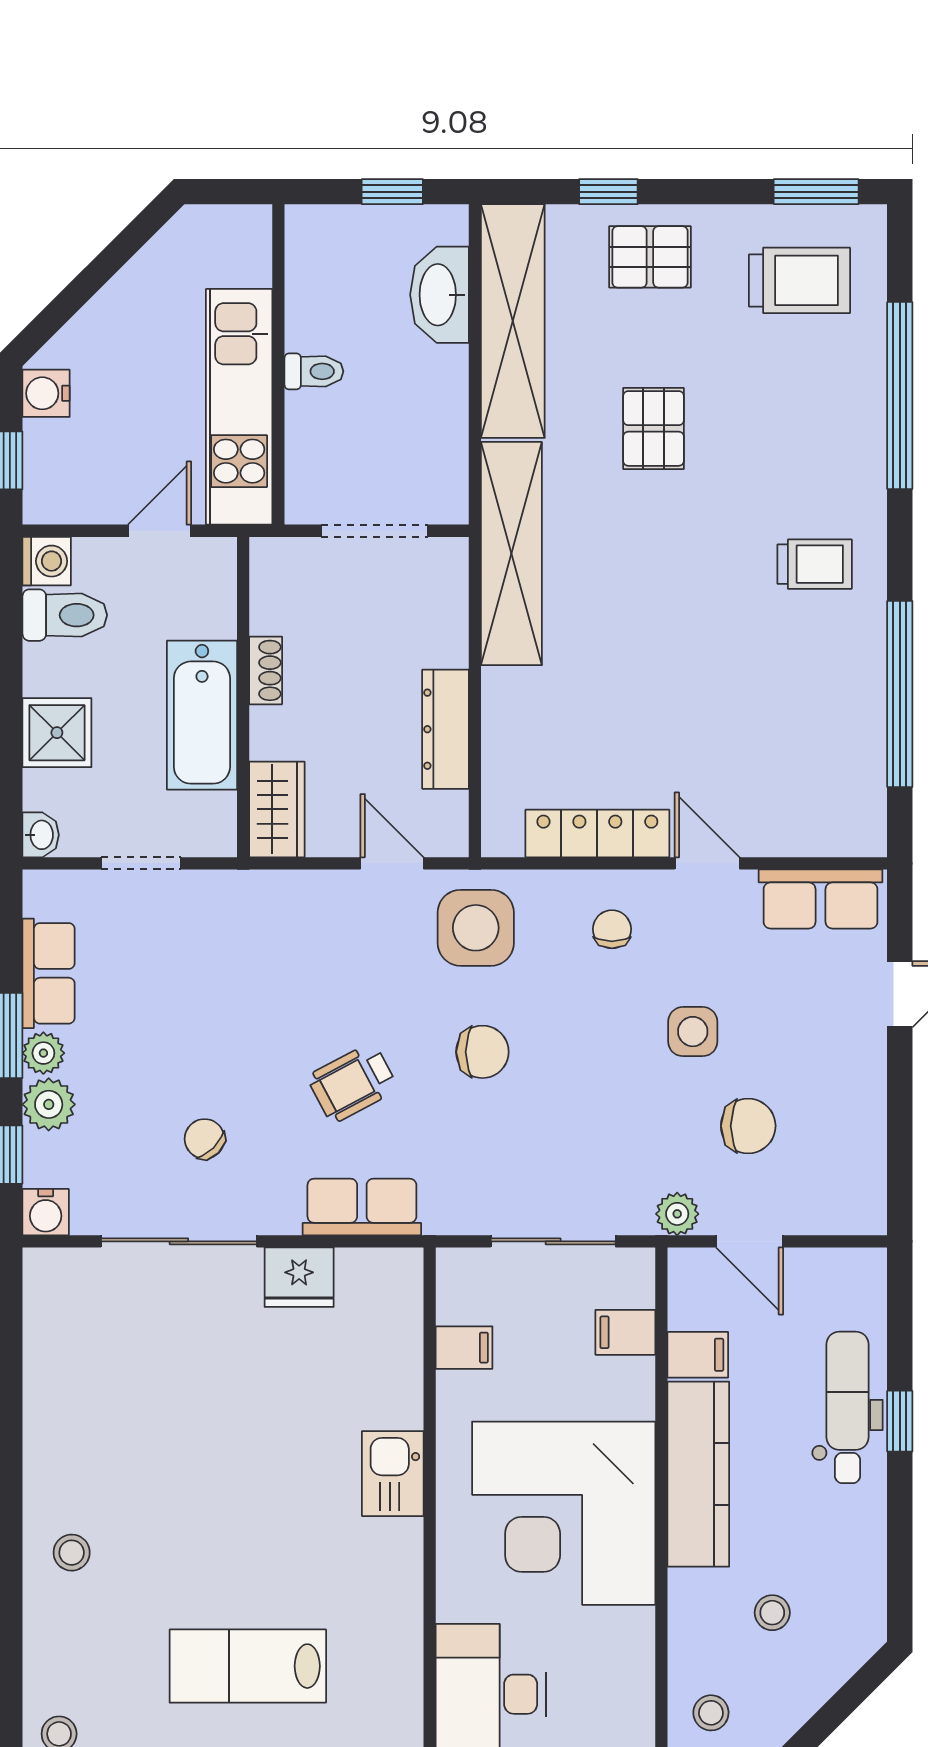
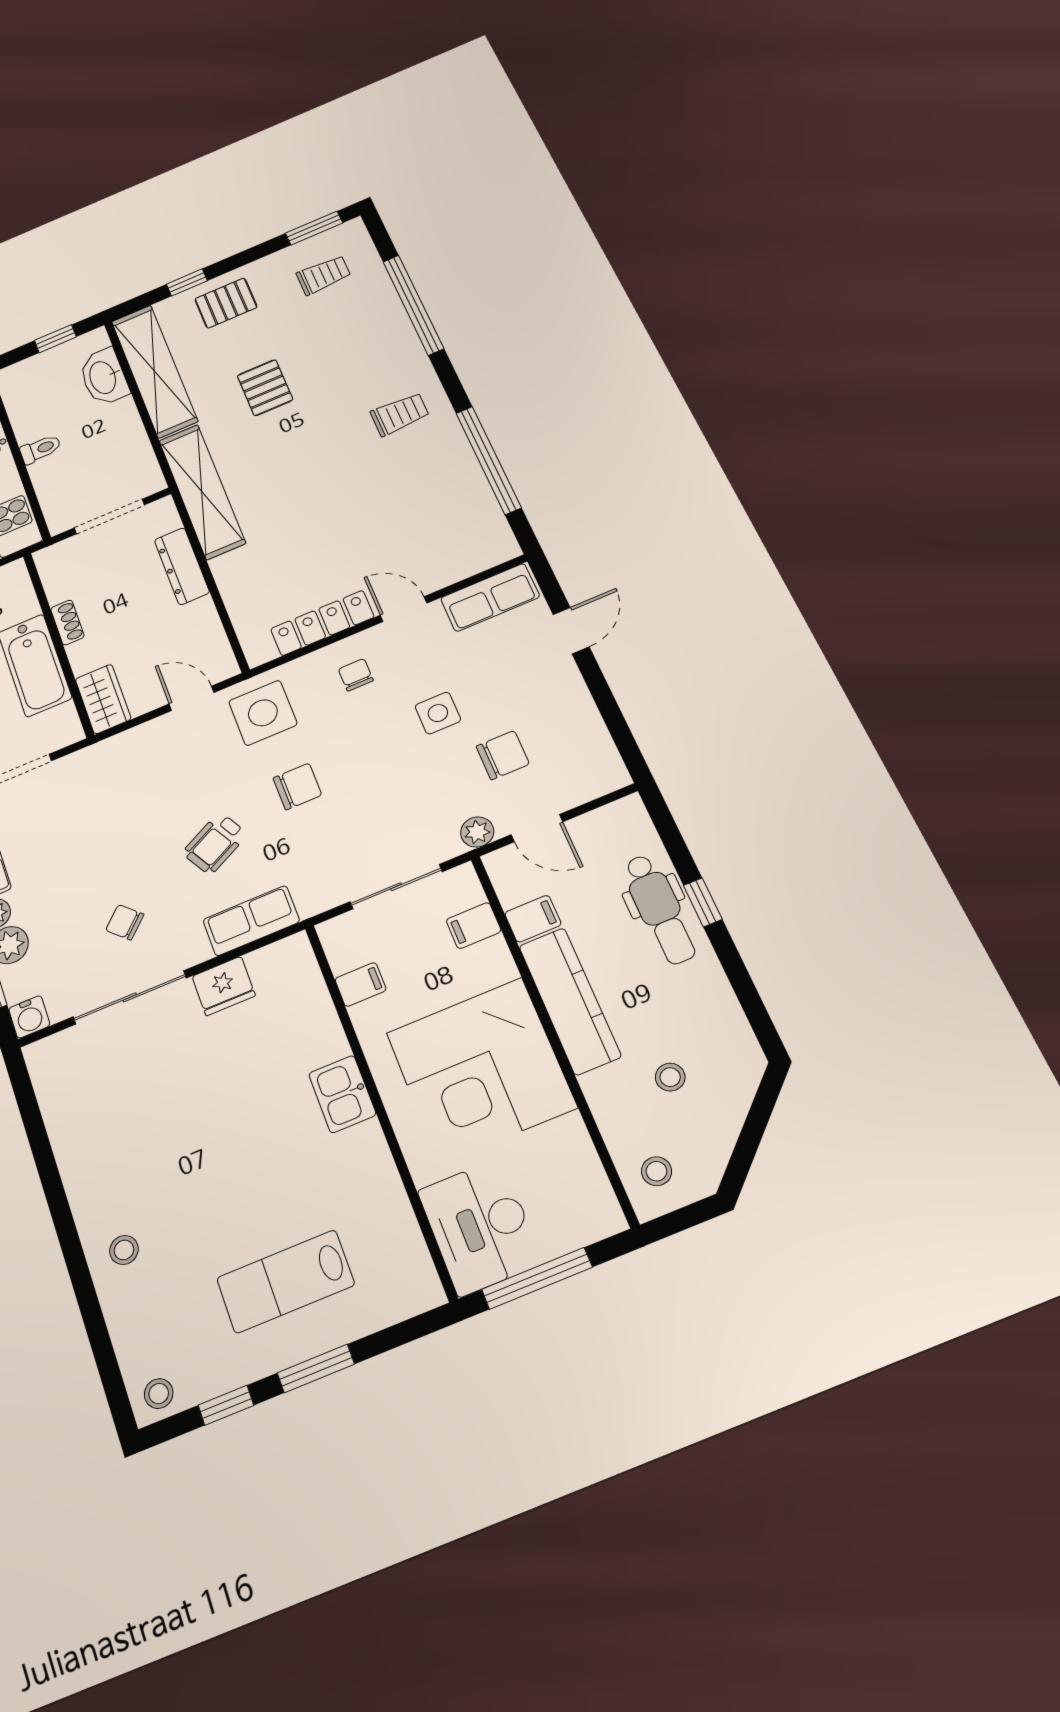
trolley: (799, 280) -> (324, 275), width x0.73, depth x0.72
dresser: (446, 729) -> (182, 566), moved
dental chair: (848, 1407) -> (659, 909), turned 180

